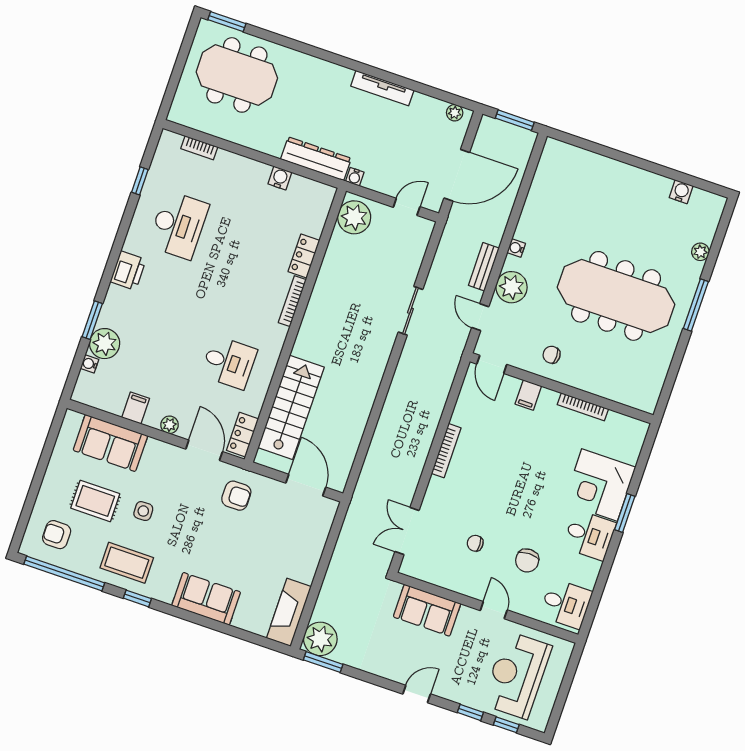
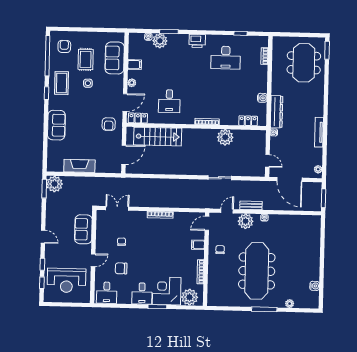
plant: (354, 217) -> (225, 137), moved
locker: (304, 256) -> (248, 121), moved
plant: (626, 444) -> (190, 297), added
fireplace: (289, 612) -> (79, 166), moved
reception desk: (517, 675) -> (66, 280), turned 180

